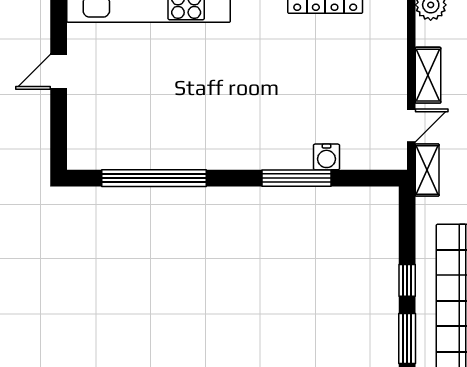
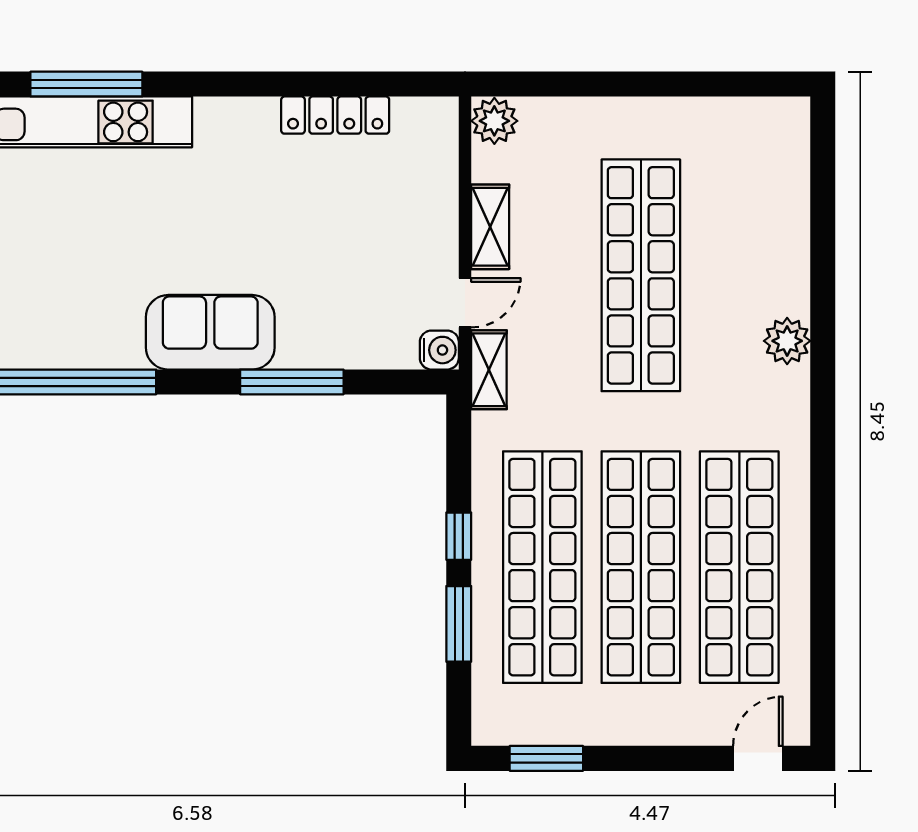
sofa: (242, 145) -> (210, 332), added
water cooler: (326, 157) -> (439, 350), moved, turned -90

